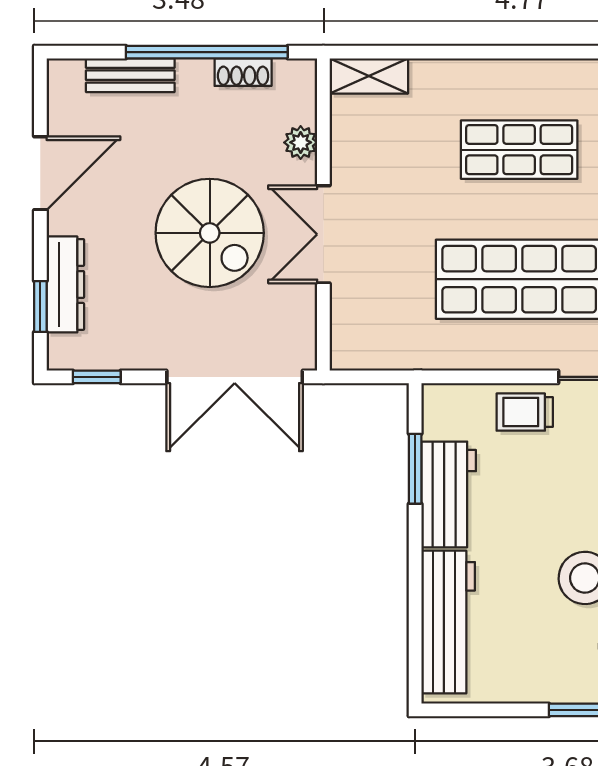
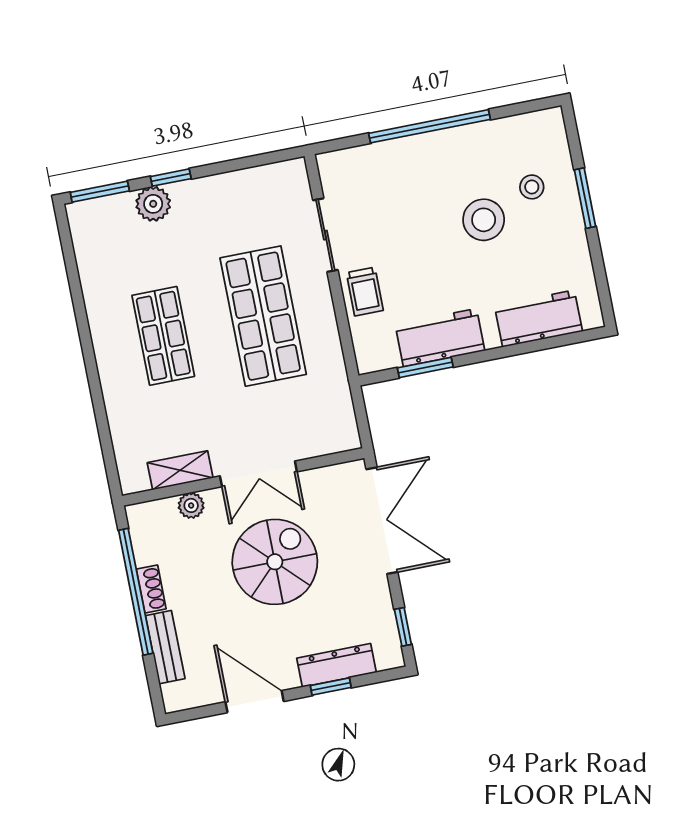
shoe rack: (243, 72) -> (151, 589), moved
shelving: (369, 76) -> (180, 470), moved, turned 90
window: (40, 307) -> (331, 686), moved
workbench: (448, 622) -> (538, 319), width x0.73

